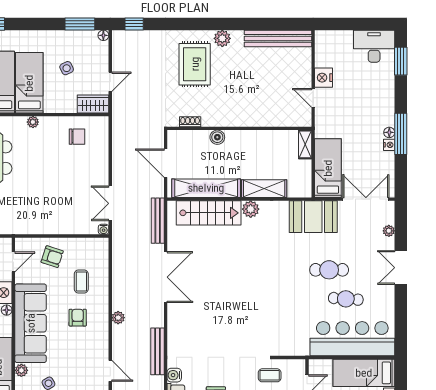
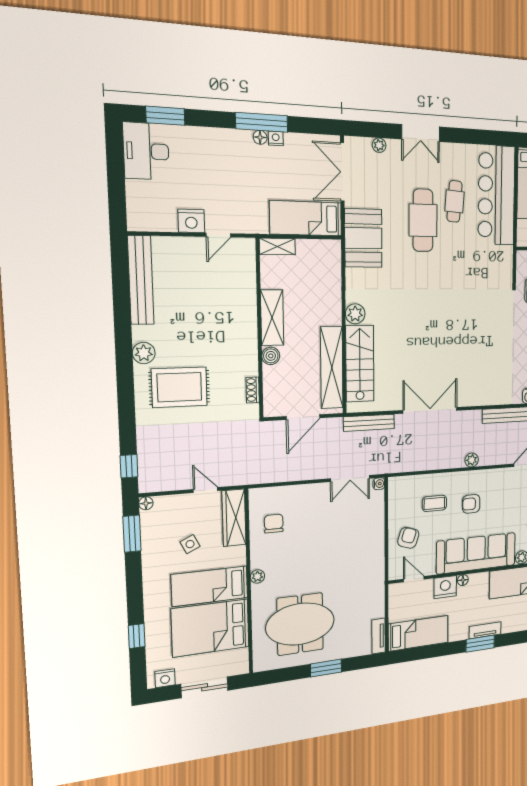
wardrobe: (93, 104) -> (234, 518), width x1.50
shelving: (264, 189) -> (272, 318), moved
cafe table: (329, 270) -> (423, 220), width x1.37, depth x1.35

